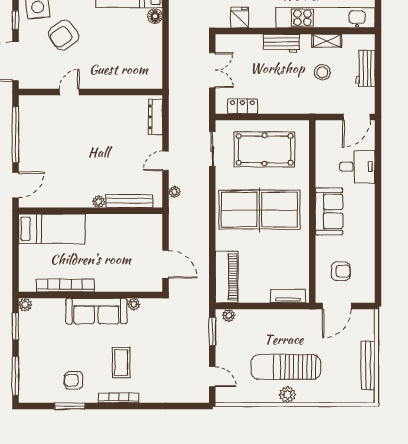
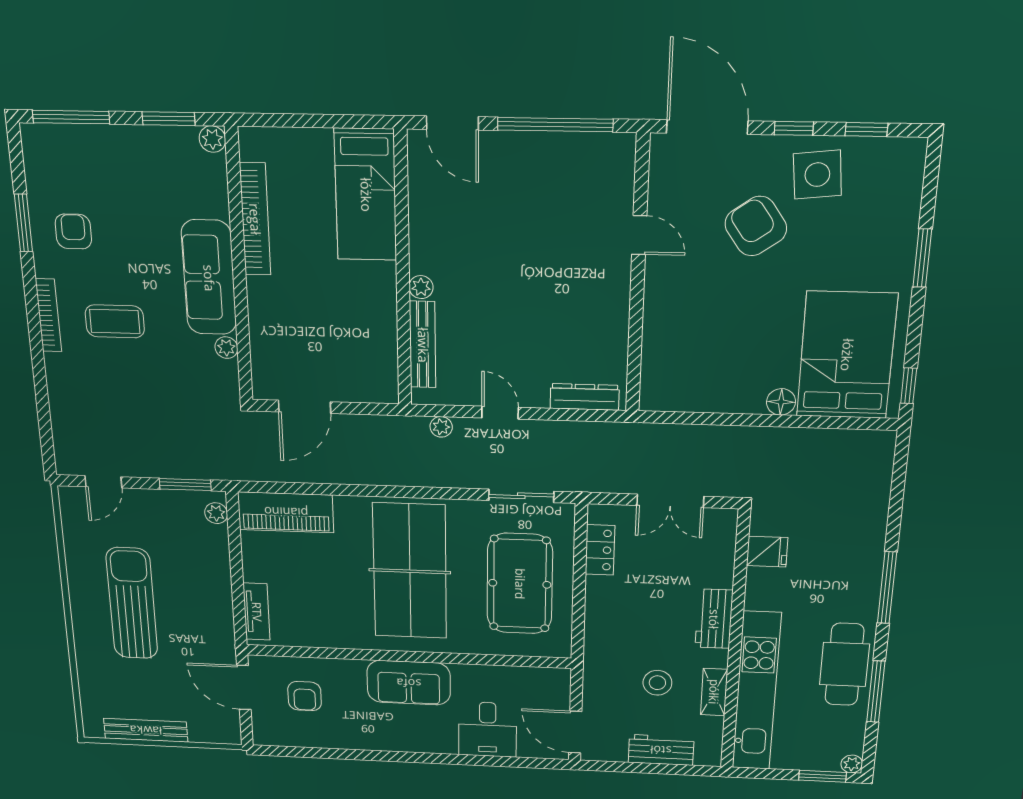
plant: (287, 395) -> (84, 604), removed

